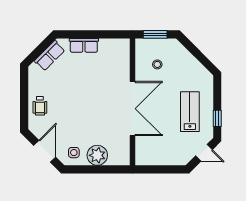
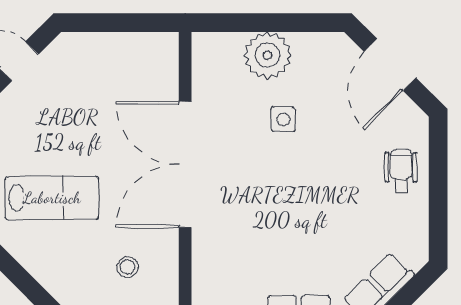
lab bench: (190, 112) -> (52, 198), moved, turned -90
side table: (74, 153) -> (283, 119), moved

